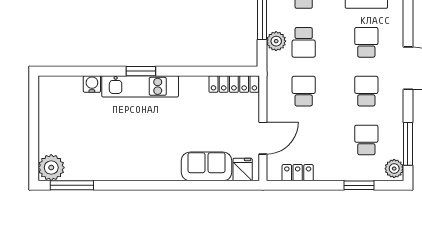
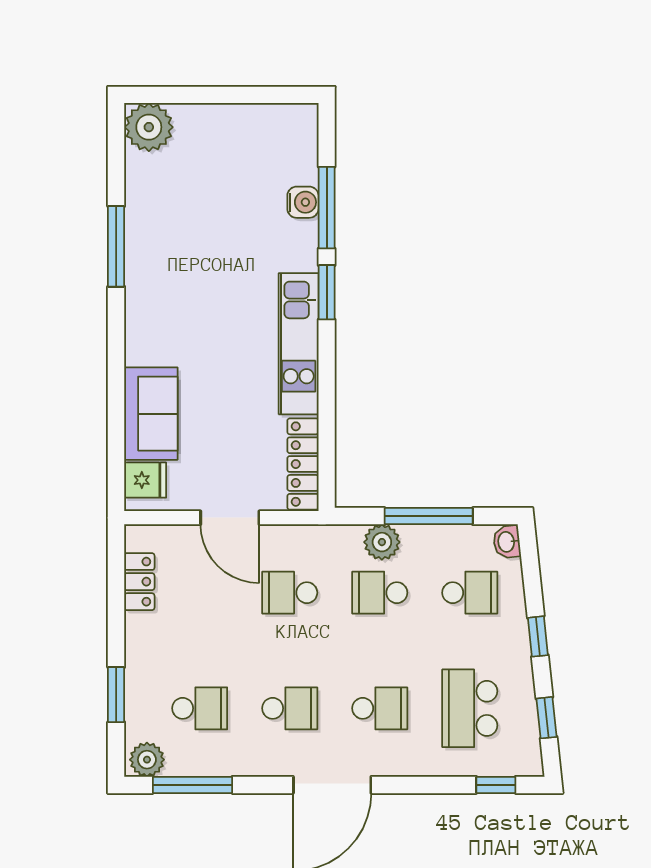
window: (95, 71) -> (327, 208), added
kitchen unit: (140, 86) -> (299, 344), moved
school desk: (304, 91) -> (290, 593), turned 180
door: (263, 138) -> (230, 518), moved
window: (72, 185) -> (116, 246), moved

